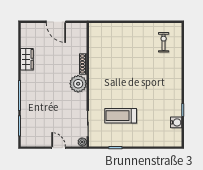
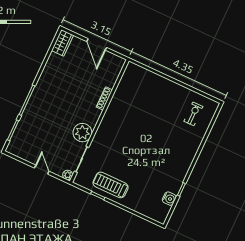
wardrobe: (27, 59) -> (63, 43), moved
plant: (78, 84) -> (82, 133), moved
treadmill: (121, 116) -> (111, 185), moved

